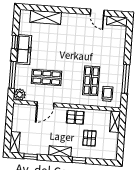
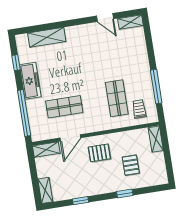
window: (15, 42) -> (16, 63), moved
window: (12, 75) -> (24, 113), width x1.46
plant: (20, 95) -> (38, 134), removed
pallet: (75, 117) -> (99, 153), moved
shelving: (60, 151) -> (46, 150), moved
window: (31, 157) -> (81, 201), moved

